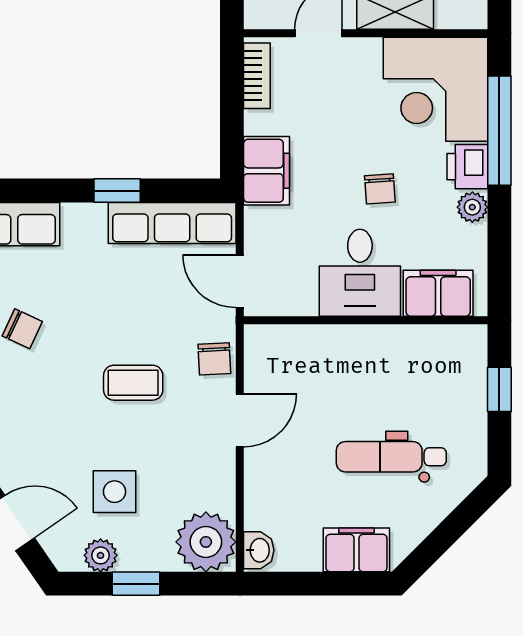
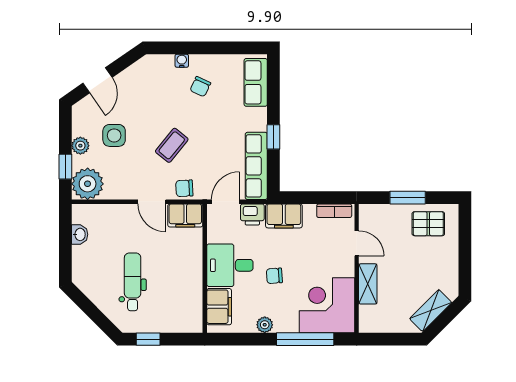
printer: (467, 167) -> (252, 214), moved, turned 180
coffee table: (133, 383) -> (172, 145), turned 39
window: (499, 389) -> (148, 339), moved
washbasin: (259, 550) -> (80, 234), moved, turned -90
filing cabinet: (356, 550) -> (185, 215), moved, turned 90
plant: (101, 555) -> (80, 146), moved
window: (136, 584) -> (65, 167), moved

